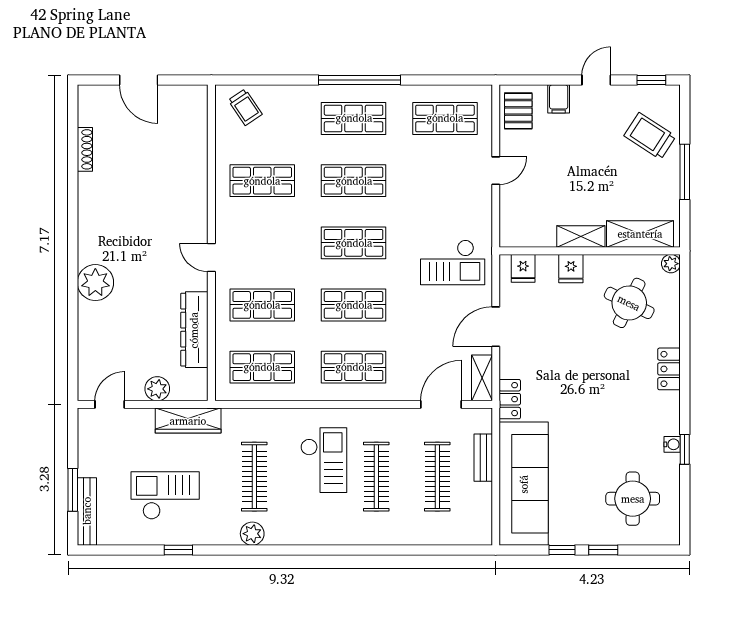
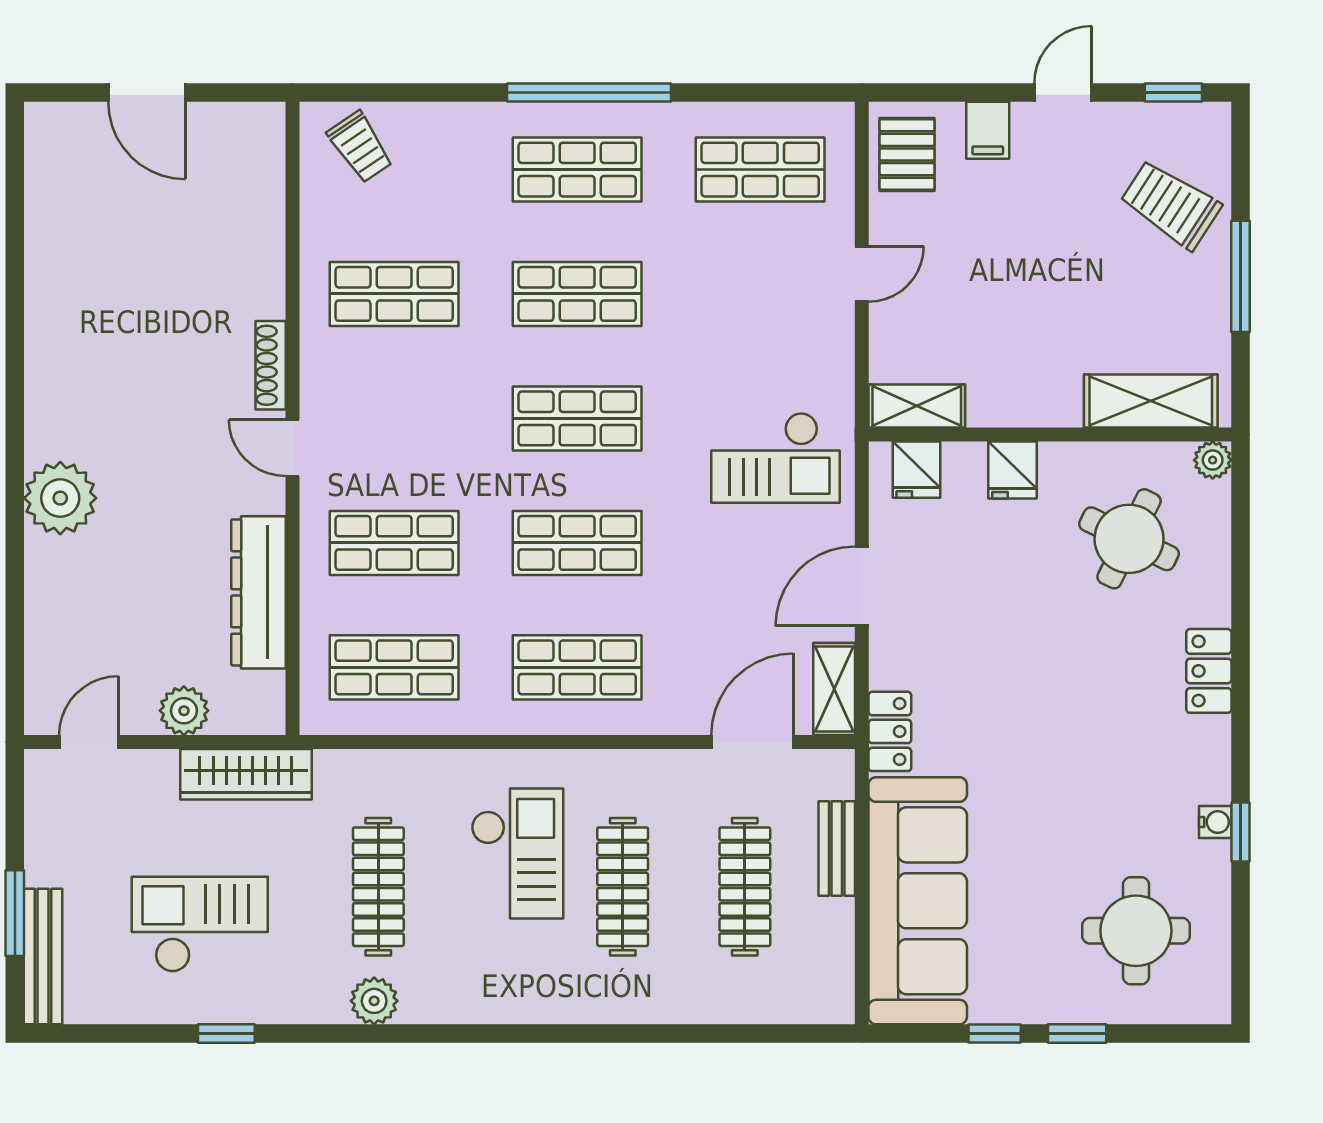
shoe rack: (85, 149) -> (271, 365), moved, turned 180
shelving: (581, 237) -> (917, 406), moved

